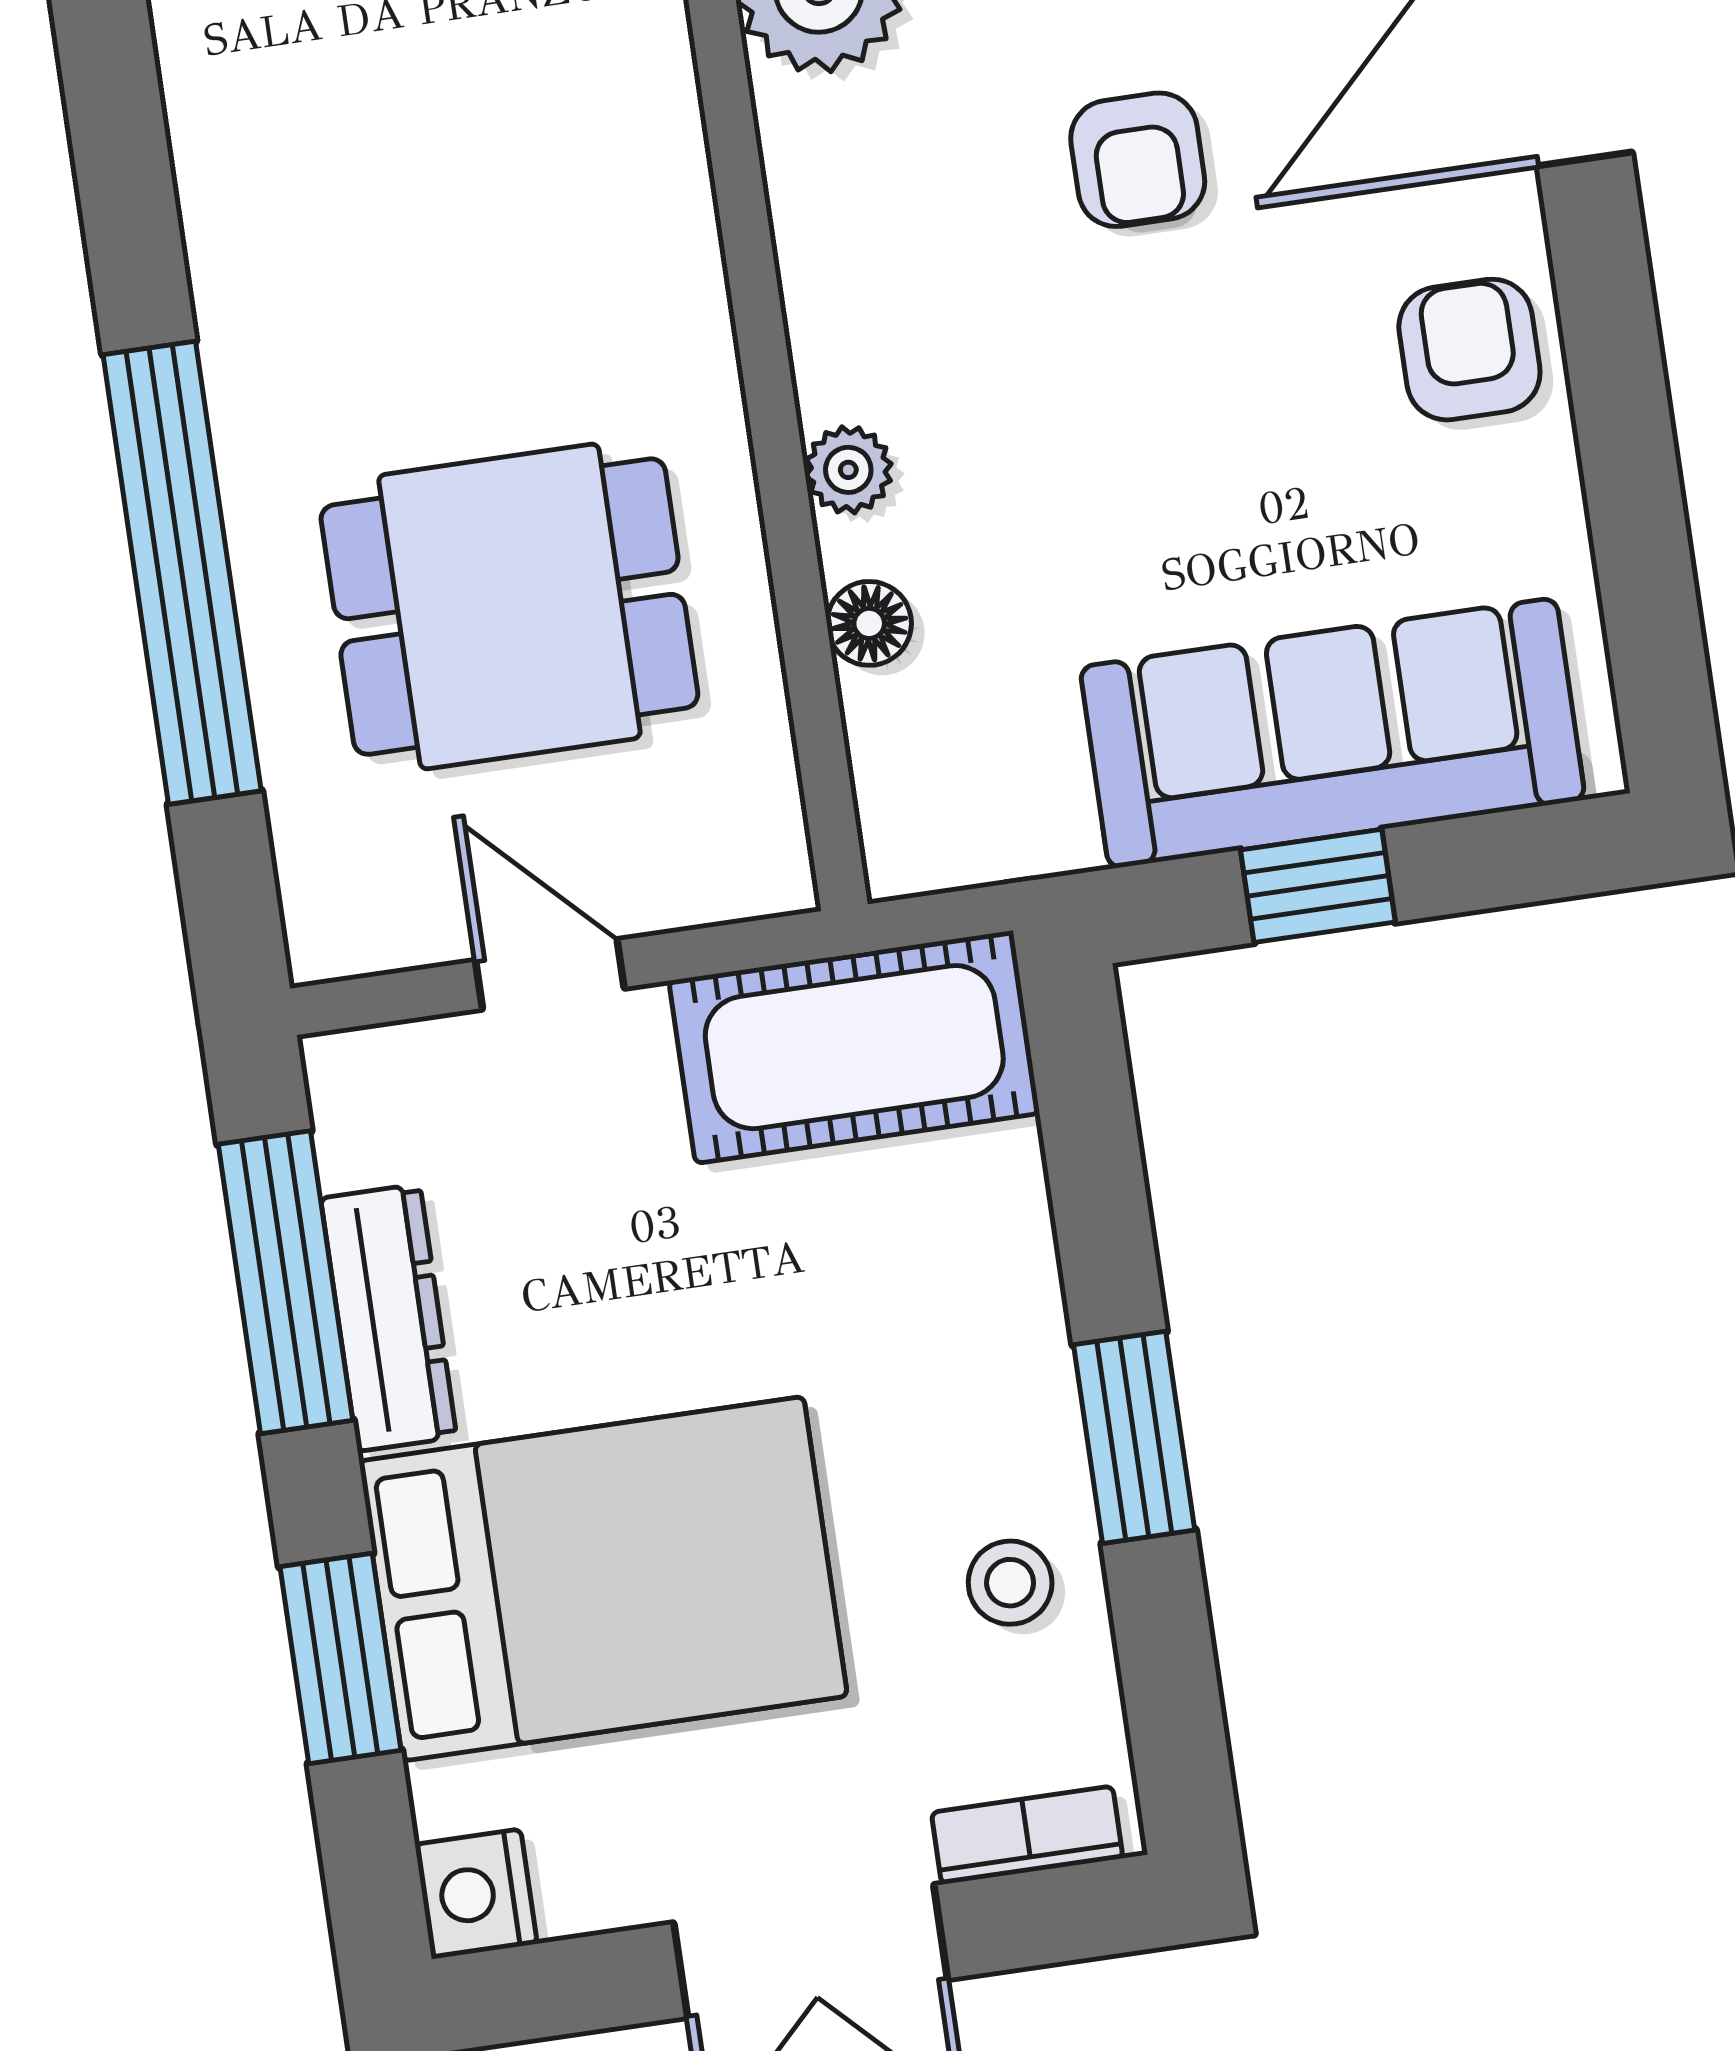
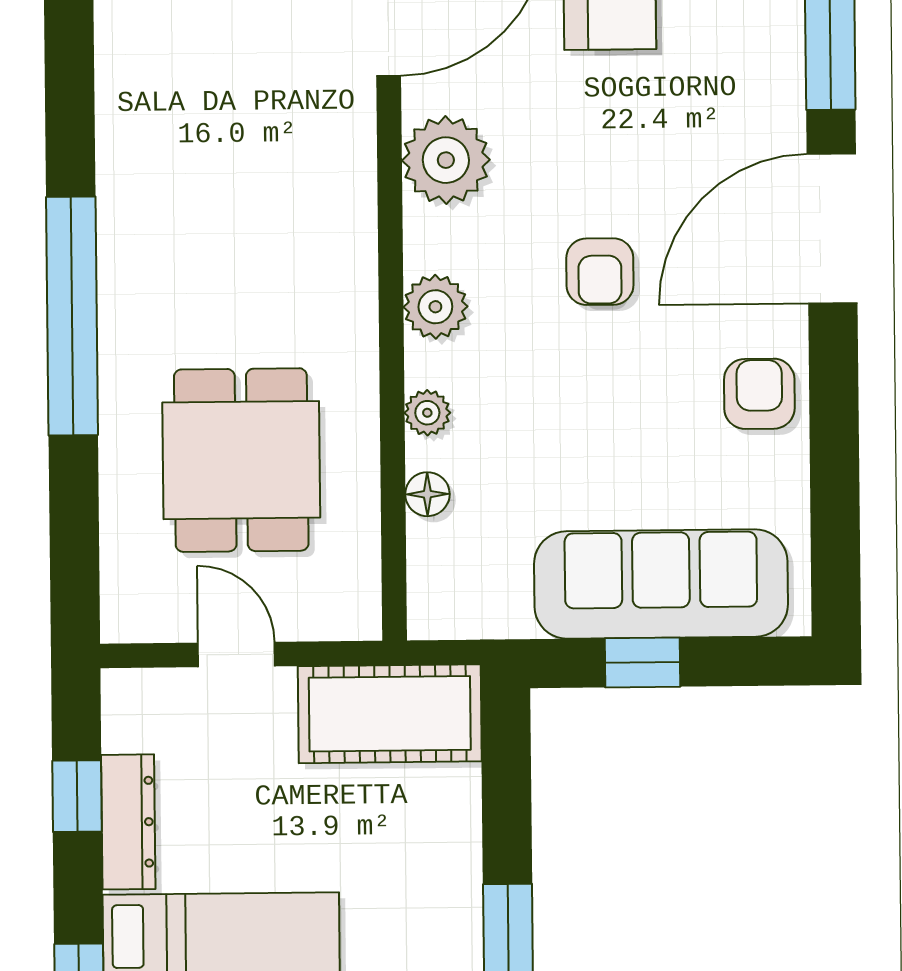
plant: (837, 268) -> (435, 307), added
window: (182, 573) -> (72, 316), moved
dining table: (509, 607) -> (241, 460), turned 90
window: (286, 1282) -> (77, 796), width x0.46

